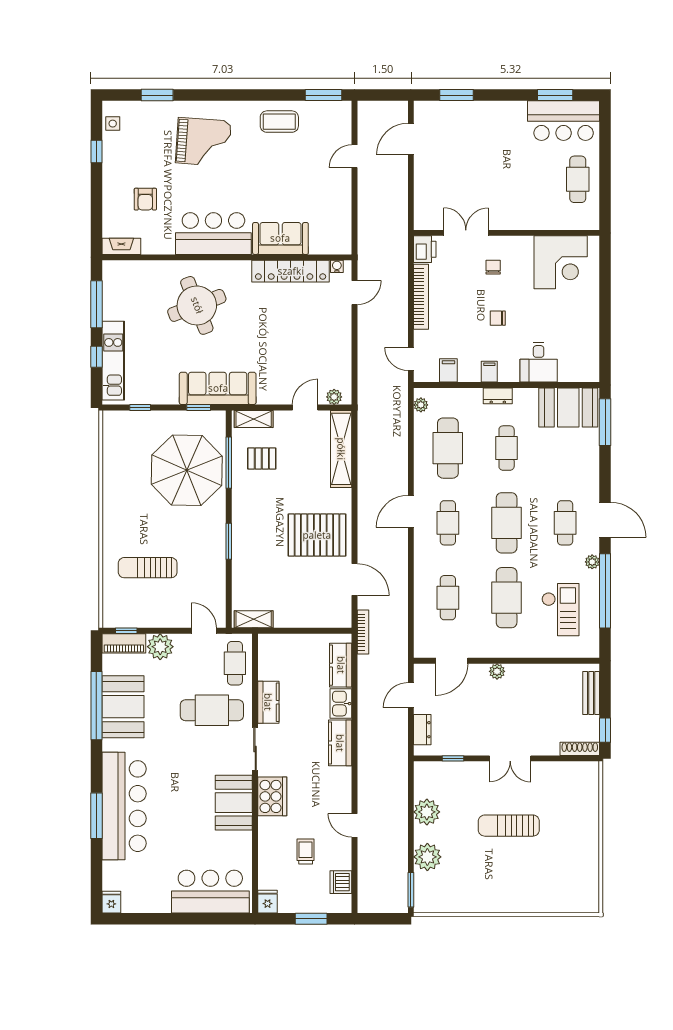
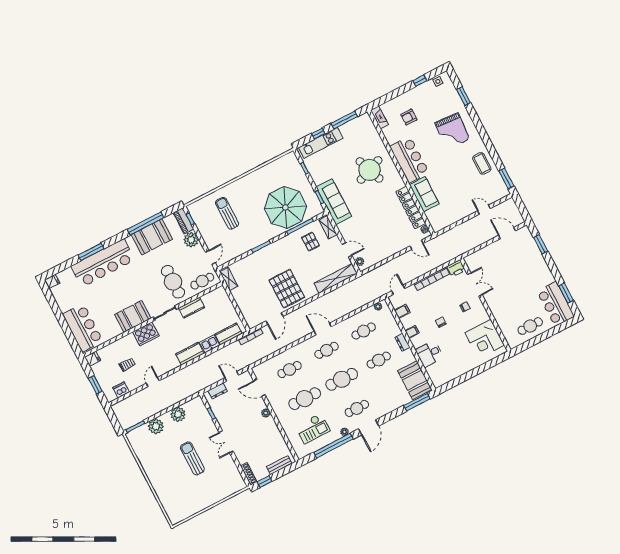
cafe table: (448, 448) -> (364, 331), width x0.73, depth x0.74

